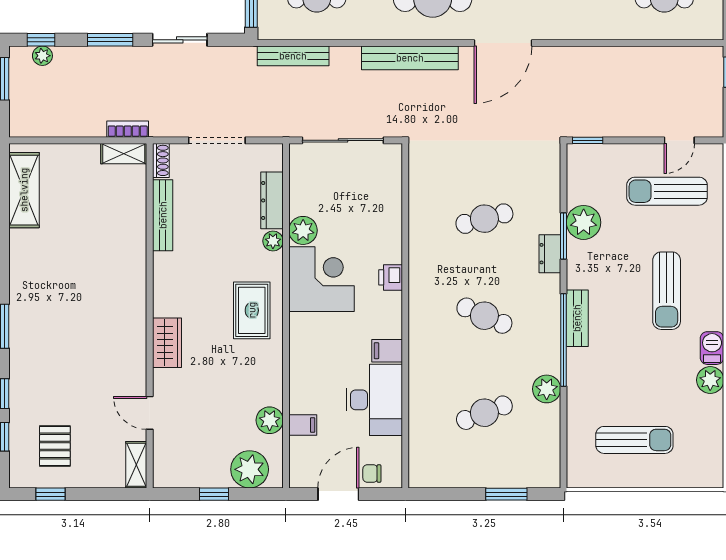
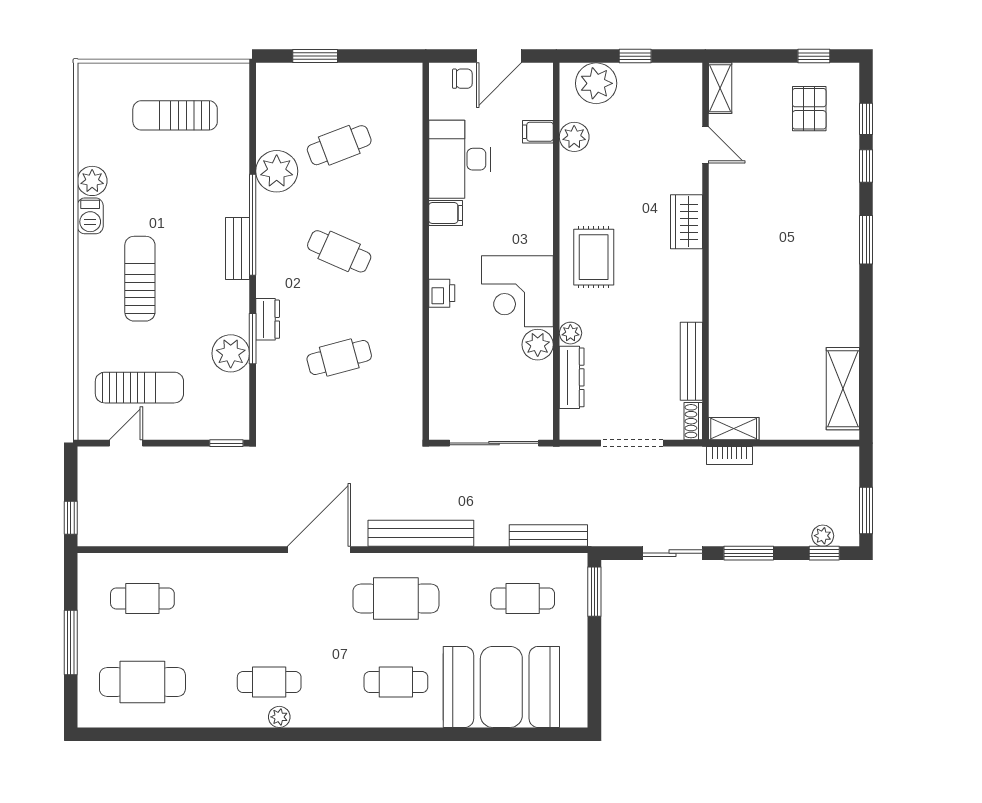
plant: (547, 389) -> (277, 171), width x1.36, depth x1.36

